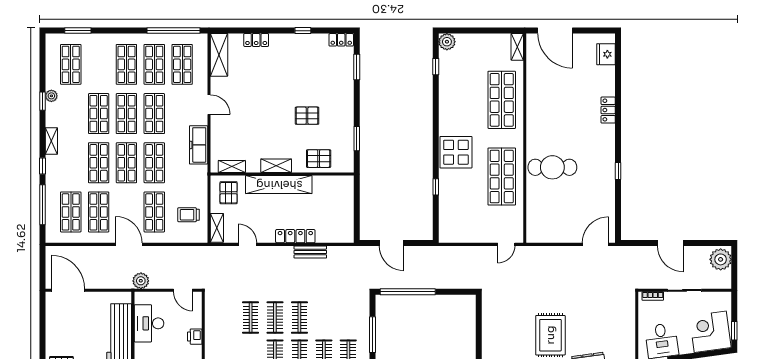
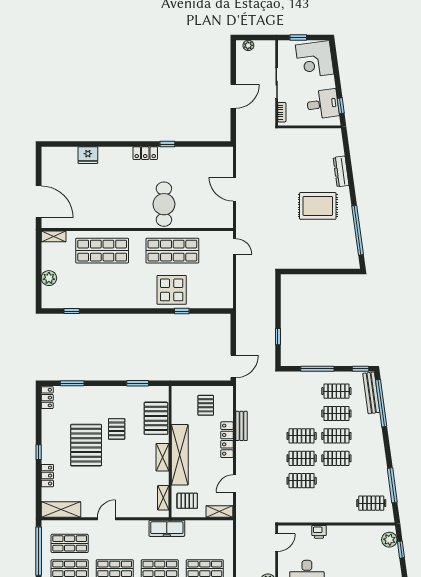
window: (303, 31) -> (39, 452), moved
door: (555, 31) -> (39, 202), hinge flipped
plant: (447, 42) -> (49, 278), moved
fridge: (606, 54) -> (88, 155), moved
pallet: (289, 82) -> (86, 445), added
locker: (608, 110) -> (145, 153), moved
freezer: (199, 145) -> (167, 528), moved
display table: (456, 152) -> (172, 290), moved
pallet: (319, 159) -> (156, 418), width x1.50, depth x1.42
pallet: (333, 213) -> (206, 405), added
trolley: (189, 215) -> (207, 537), removed
door: (392, 243) -> (233, 366), moved
door: (595, 244) -> (235, 189), moved
plant: (721, 259) -> (248, 45), width x0.53, depth x0.53
window: (408, 292) -> (278, 337), width x0.32
window: (734, 331) -> (298, 38), moved

